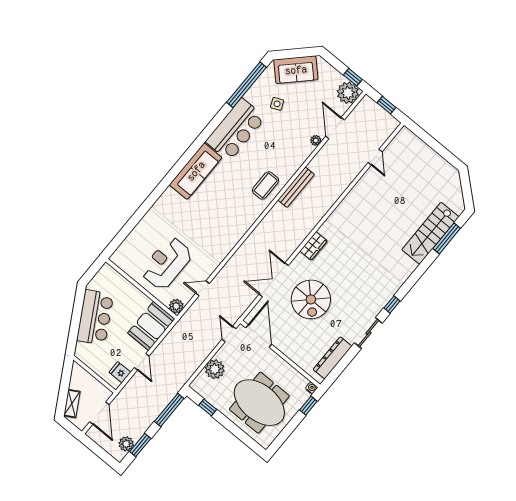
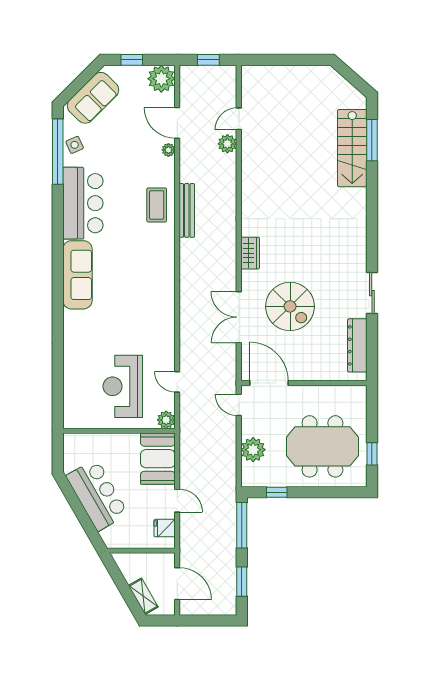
window: (353, 77) -> (132, 60), moved
side table: (277, 104) -> (75, 145), moved
door: (375, 157) -> (239, 119), swing flipped
coffee table: (266, 185) -> (157, 205), moved
door: (202, 288) -> (177, 382), hinge flipped
window: (392, 305) -> (372, 247), removed
water cooler: (311, 388) -> (361, 391), removed
window: (308, 406) -> (372, 454), moved
plant: (126, 444) -> (227, 144), moved

